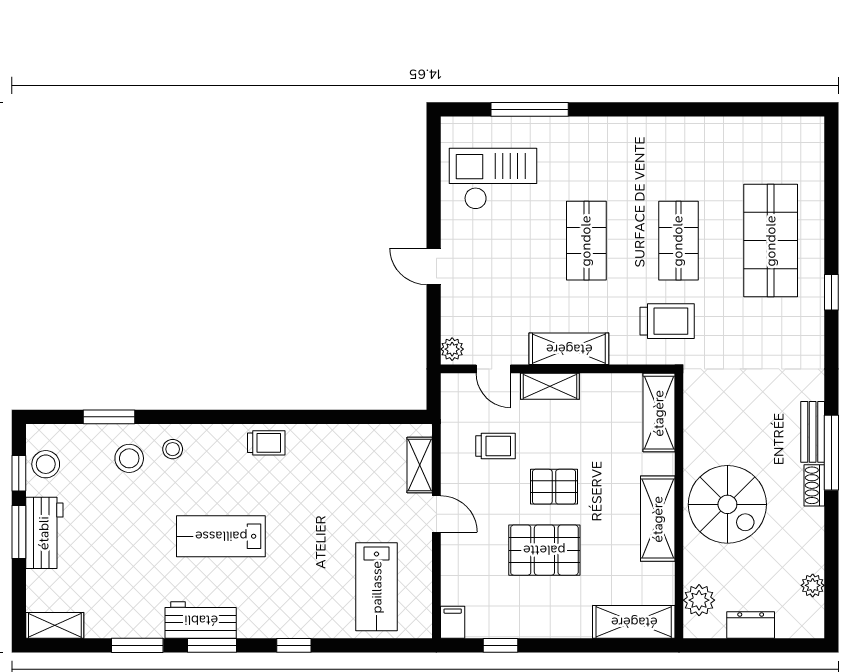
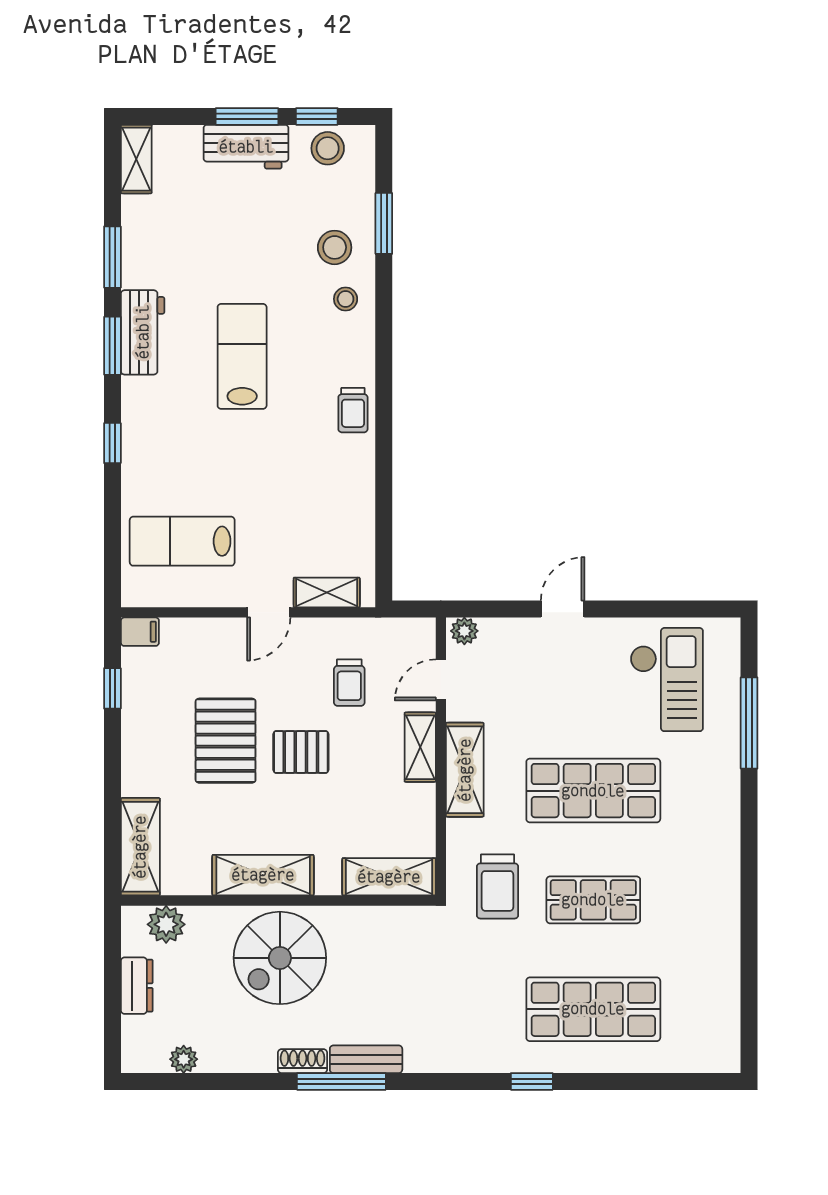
shop shelf: (586, 241) -> (593, 791), width x1.43, depth x1.36
pallet: (554, 487) -> (301, 752), turned 90

